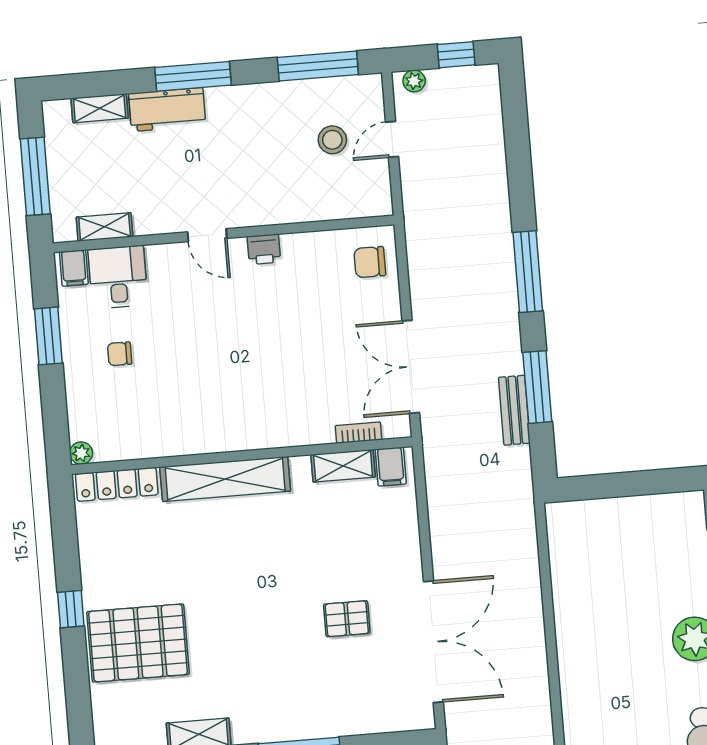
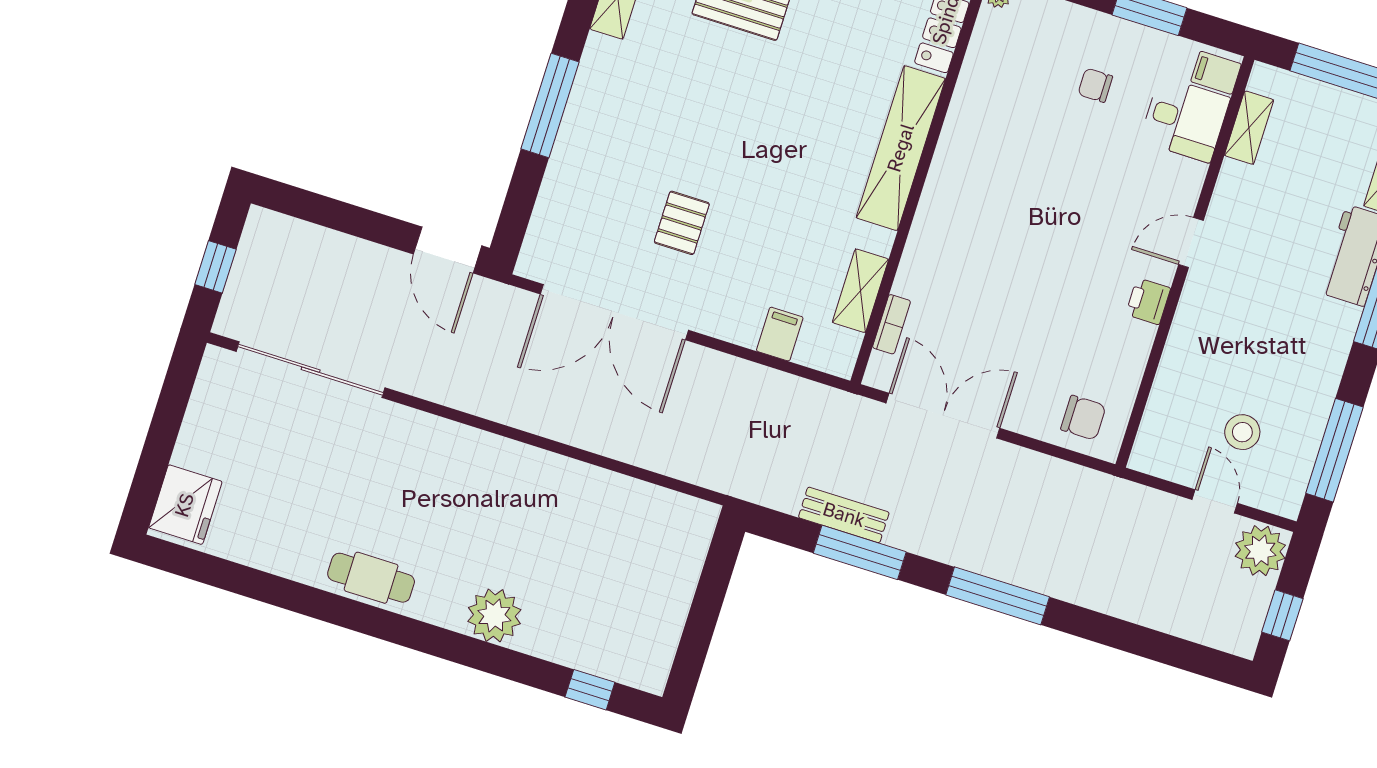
plant: (414, 81) -> (1260, 551), width x1.87, depth x1.87
chair: (370, 262) -> (1083, 418), turned 90
chair: (120, 354) -> (1095, 85), turned -90
filing cabinet: (391, 467) -> (780, 334), moved, turned 90

